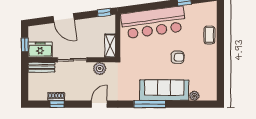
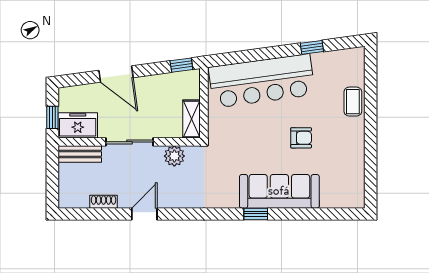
plant: (194, 96) -> (328, 200), removed
window: (57, 104) -> (105, 214), removed
door: (99, 104) -> (144, 214), moved
window: (150, 104) -> (256, 214), width x0.46

